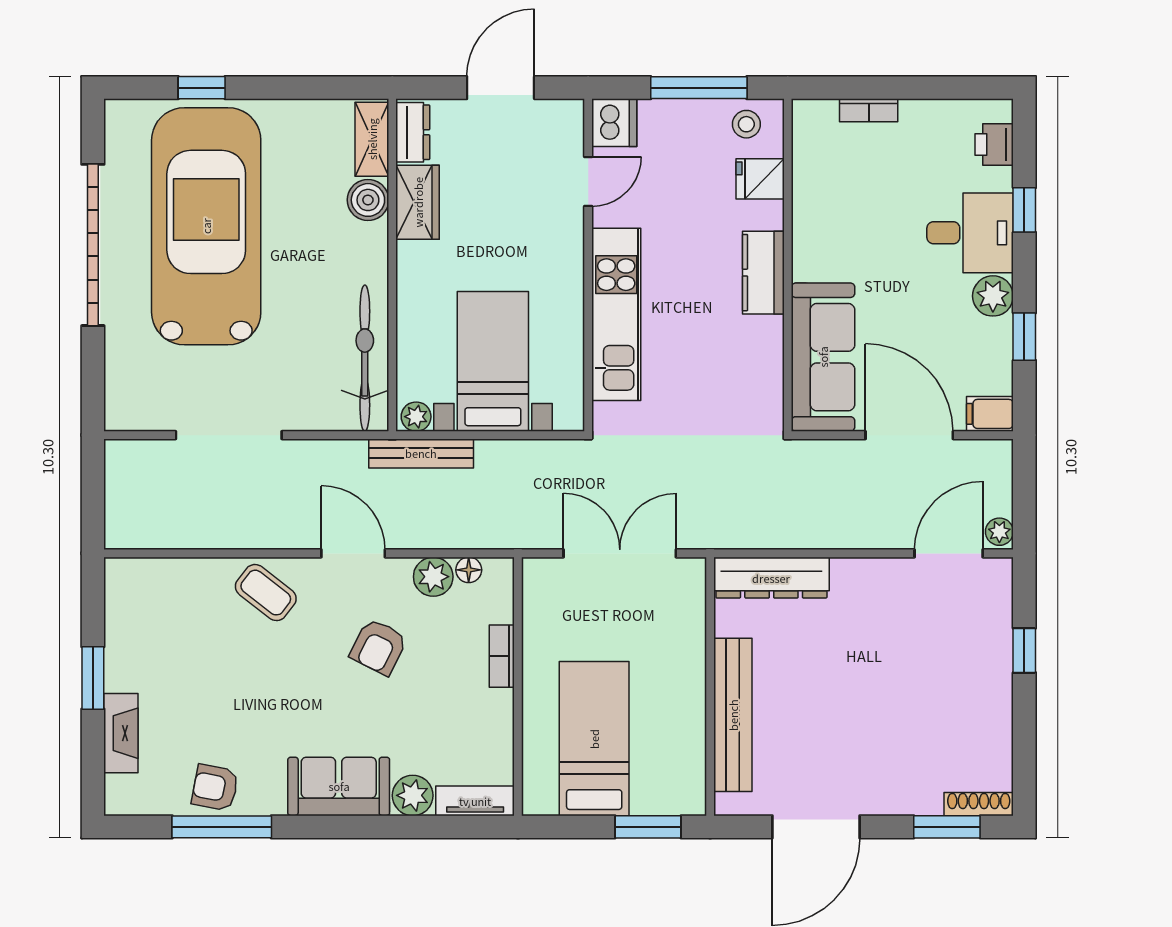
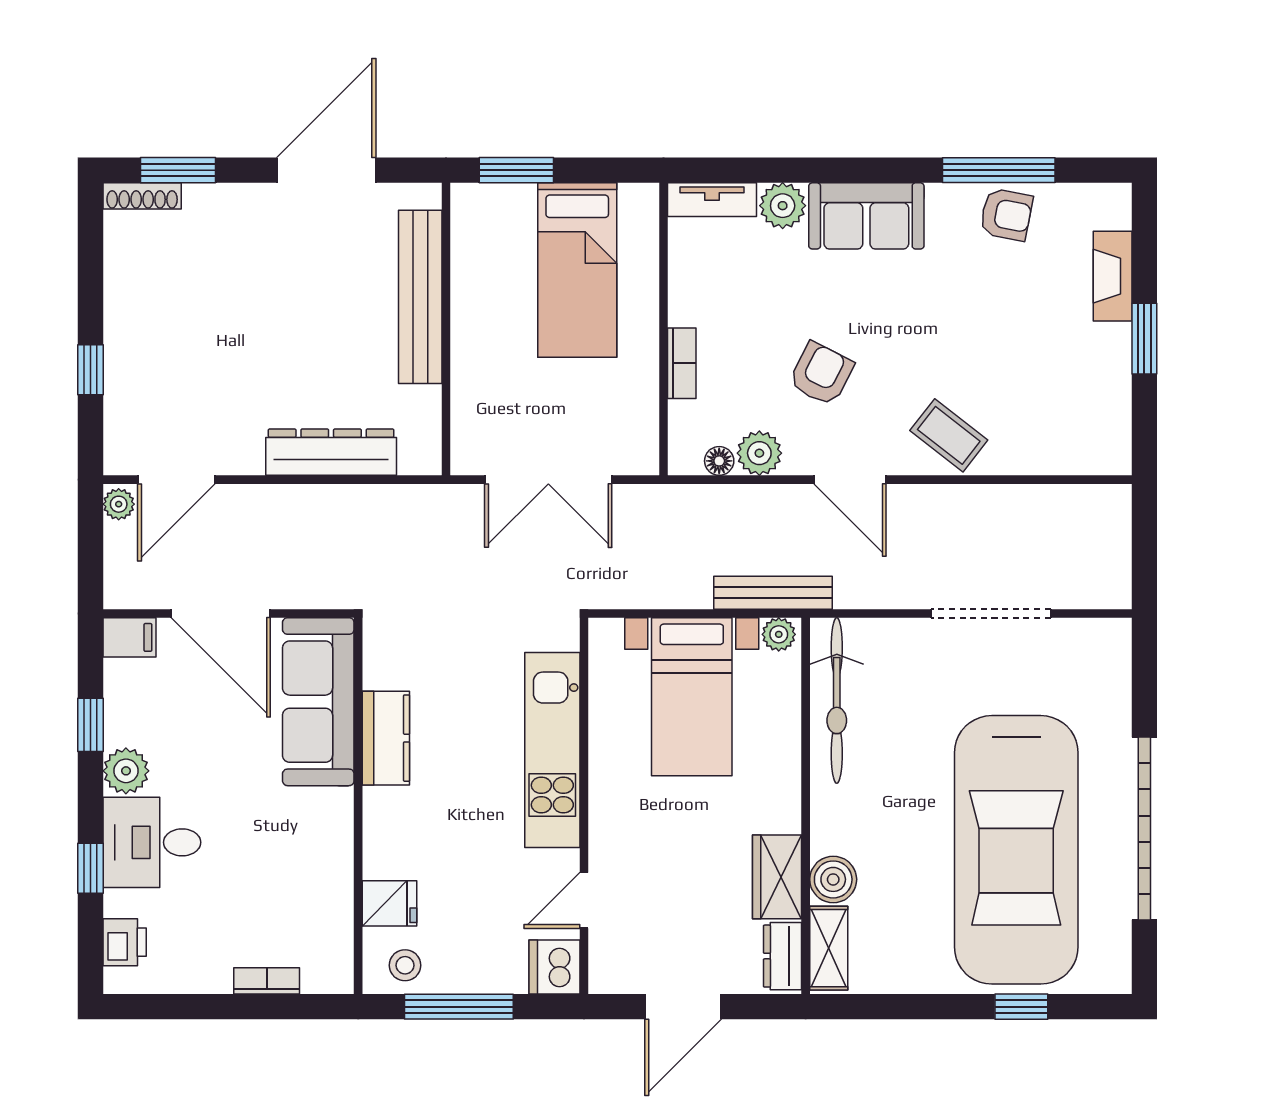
kitchen counter: (763, 273) -> (386, 738), moved
dresser: (771, 578) -> (331, 452), moved

